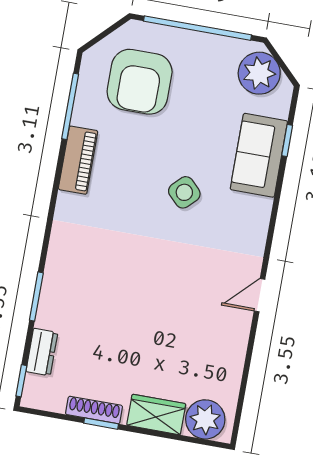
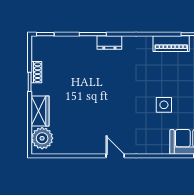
side table: (184, 192) -> (164, 105), turned 45
dresser: (42, 352) -> (109, 43), moved
shoe rack: (94, 410) -> (36, 72), width x0.70

